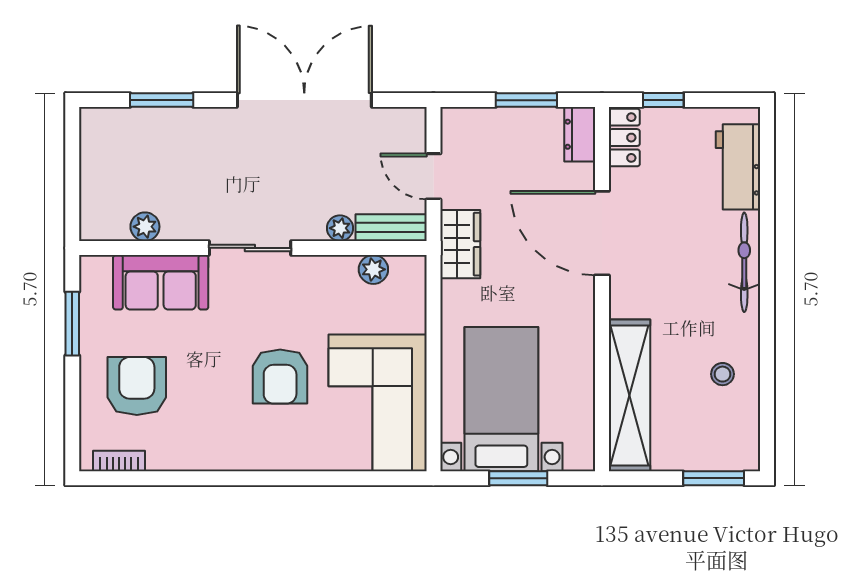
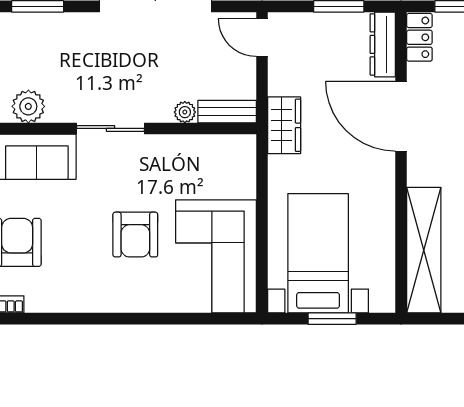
dresser: (580, 134) -> (383, 44), width x1.44
door: (433, 176) -> (262, 38), moved
plant: (145, 227) -> (28, 106), width x1.38, depth x1.38
plant: (373, 269) -> (212, 146), removed

